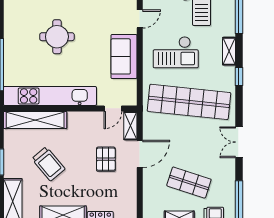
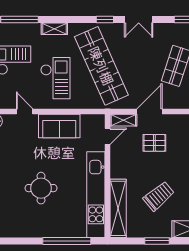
window: (239, 77) -> (105, 20), moved
shop shelf: (189, 102) -> (101, 66), turned -30
door: (113, 108) -> (107, 136), hinge flipped
door: (140, 154) -> (150, 111), hinge flipped

